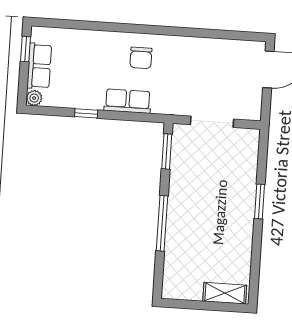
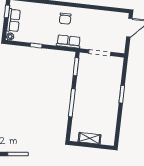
row of seats: (128, 101) -> (69, 41), moved
shelving: (225, 293) -> (89, 138), moved

